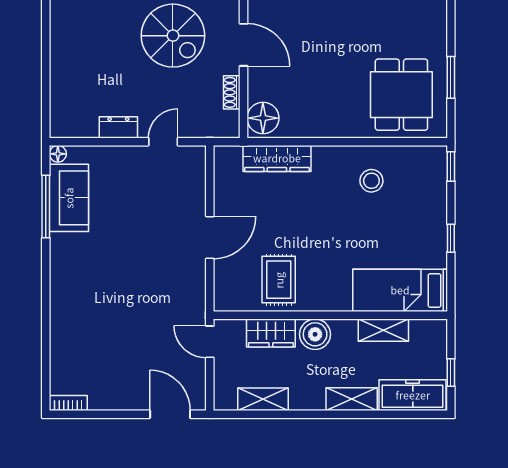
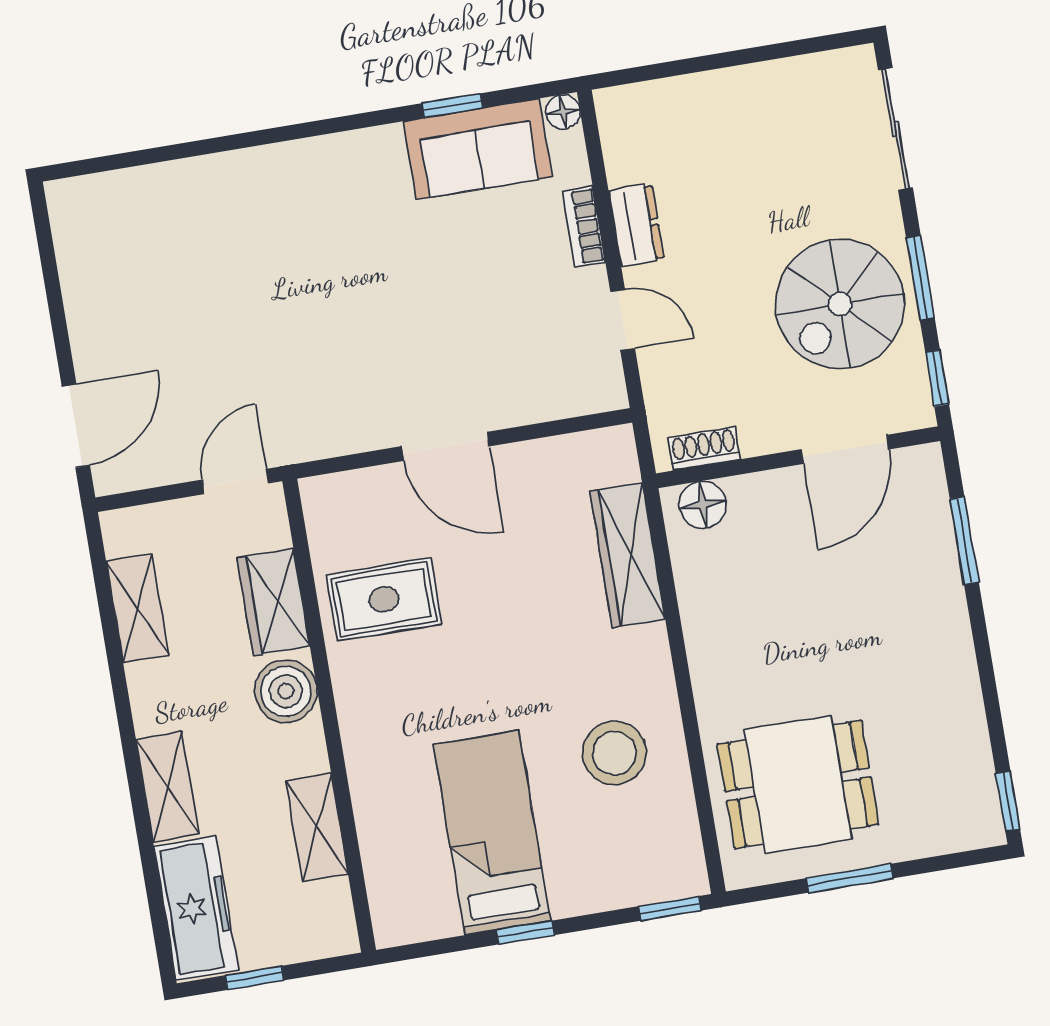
shoe rack: (232, 92) -> (704, 449), moved
floor lamp: (263, 118) -> (703, 505), width x0.73, depth x0.73
stool: (371, 181) -> (614, 753), width x1.38, depth x1.38
window: (46, 207) -> (453, 105), width x0.46
bed: (400, 290) -> (492, 833), moved
bookcase: (68, 403) -> (584, 227), moved, turned 180

